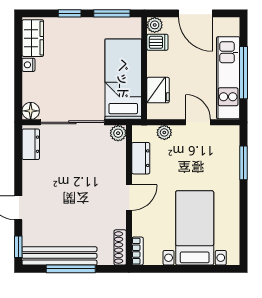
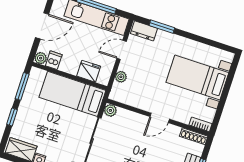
dresser: (141, 158) -> (144, 31), moved, turned 180
door: (129, 198) -> (160, 118), swing flipped

